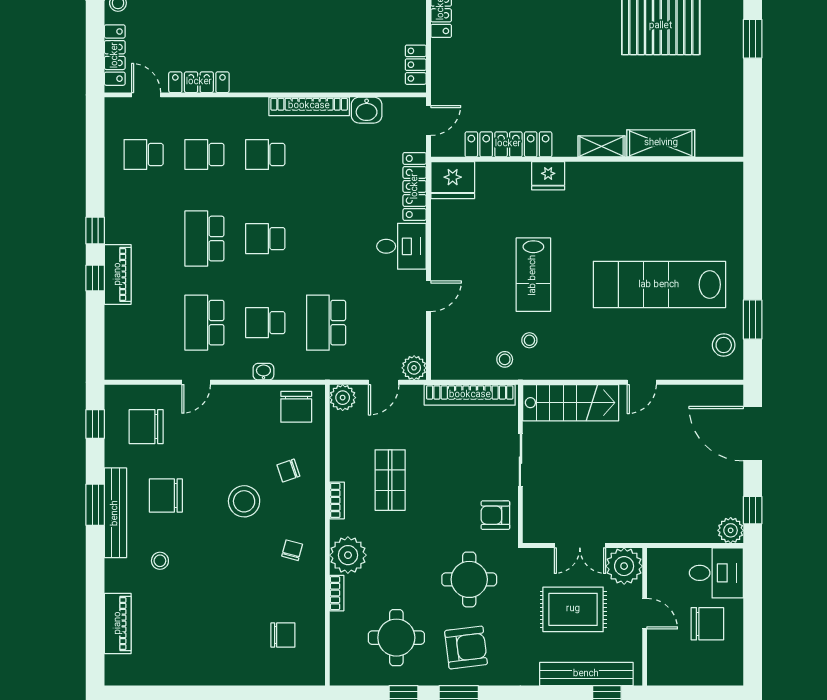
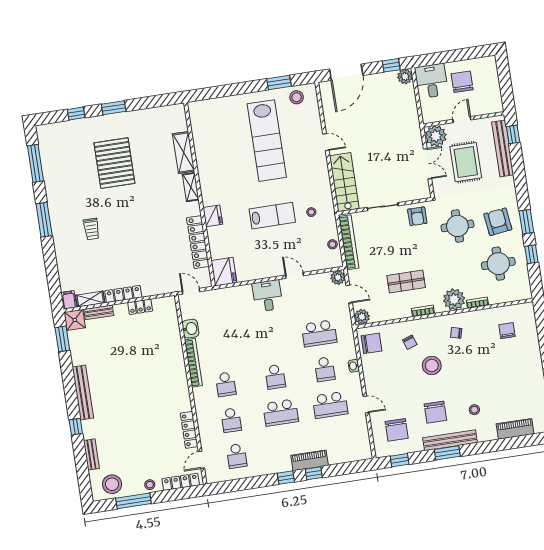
locker: (416, 65) -> (140, 307), moved
locker: (415, 186) -> (231, 294), removed
stool: (505, 359) -> (332, 244), moved

